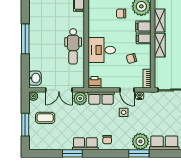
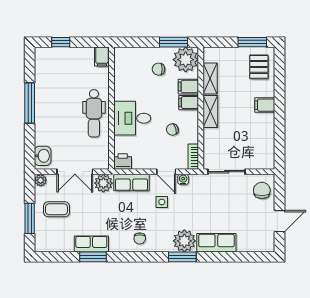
row of seats: (85, 144) -> (91, 244), moved

